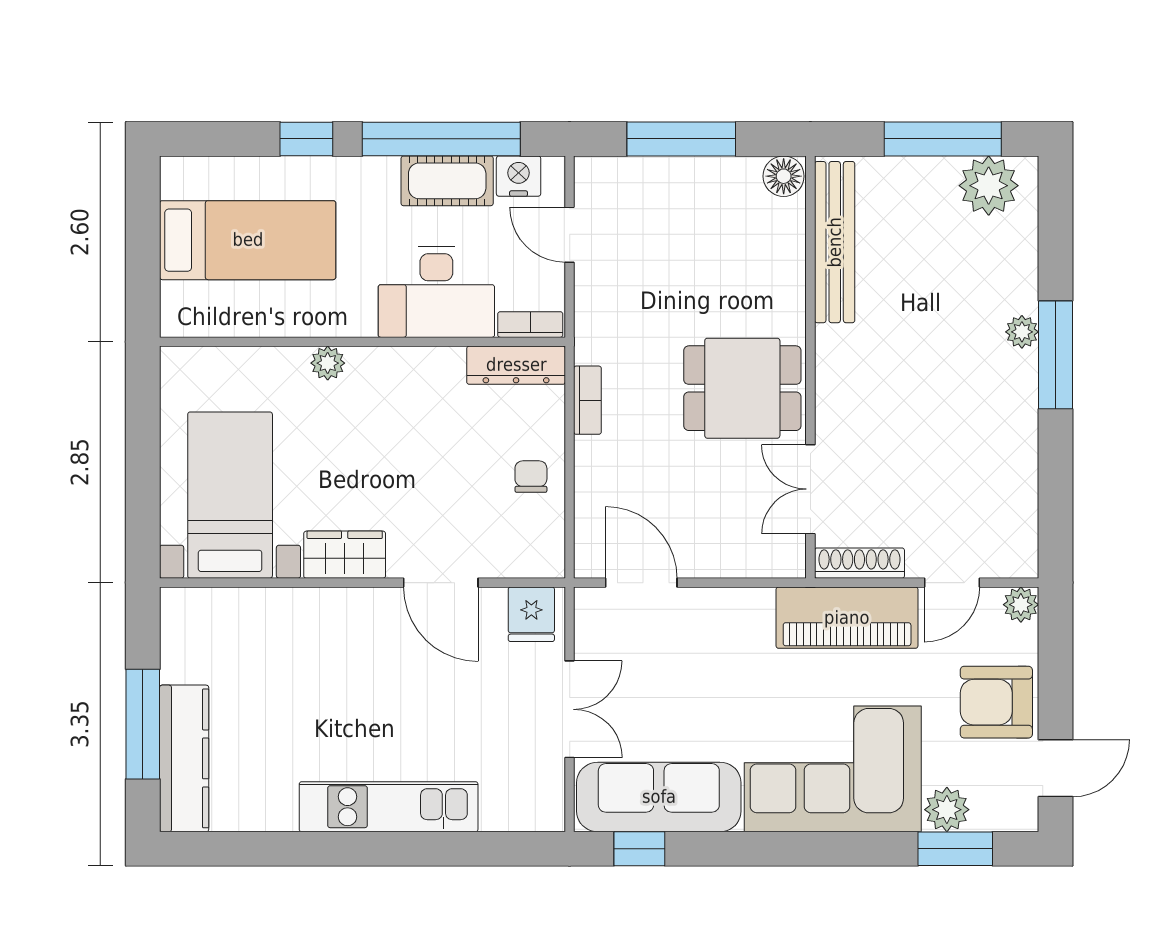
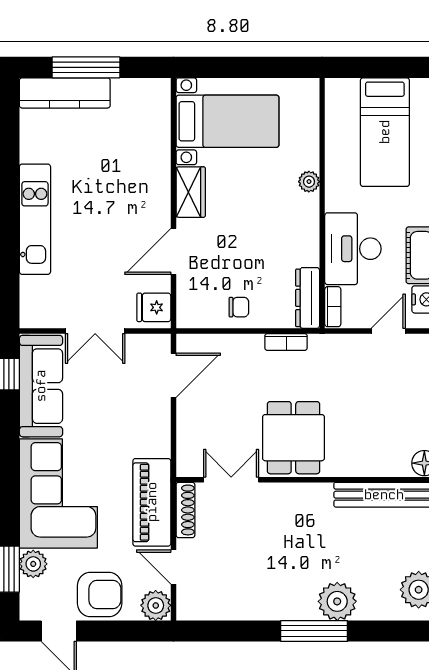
plant: (1022, 332) -> (337, 601), width x1.87, depth x1.87
plant: (1021, 605) -> (156, 605), width x1.38, depth x1.38
armchair: (996, 702) -> (100, 594), turned 90

